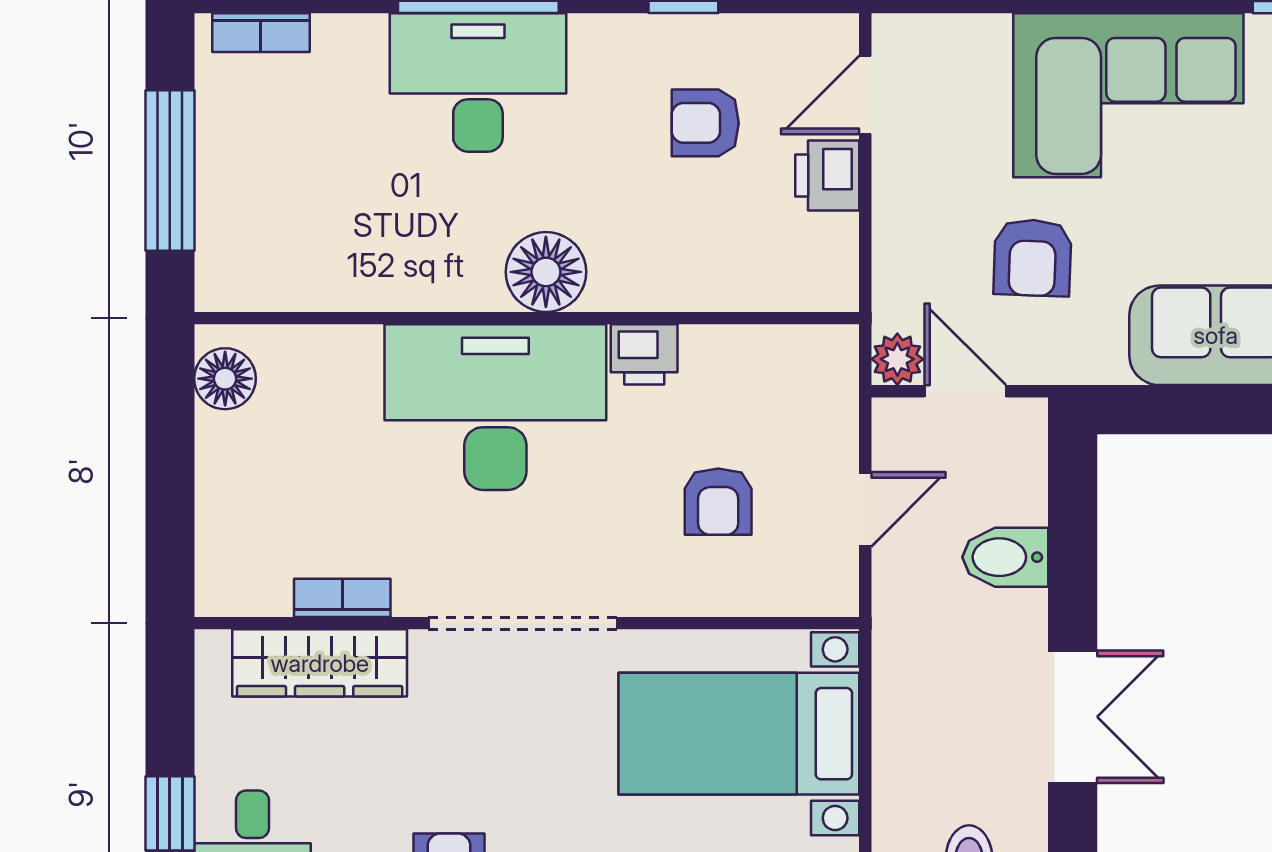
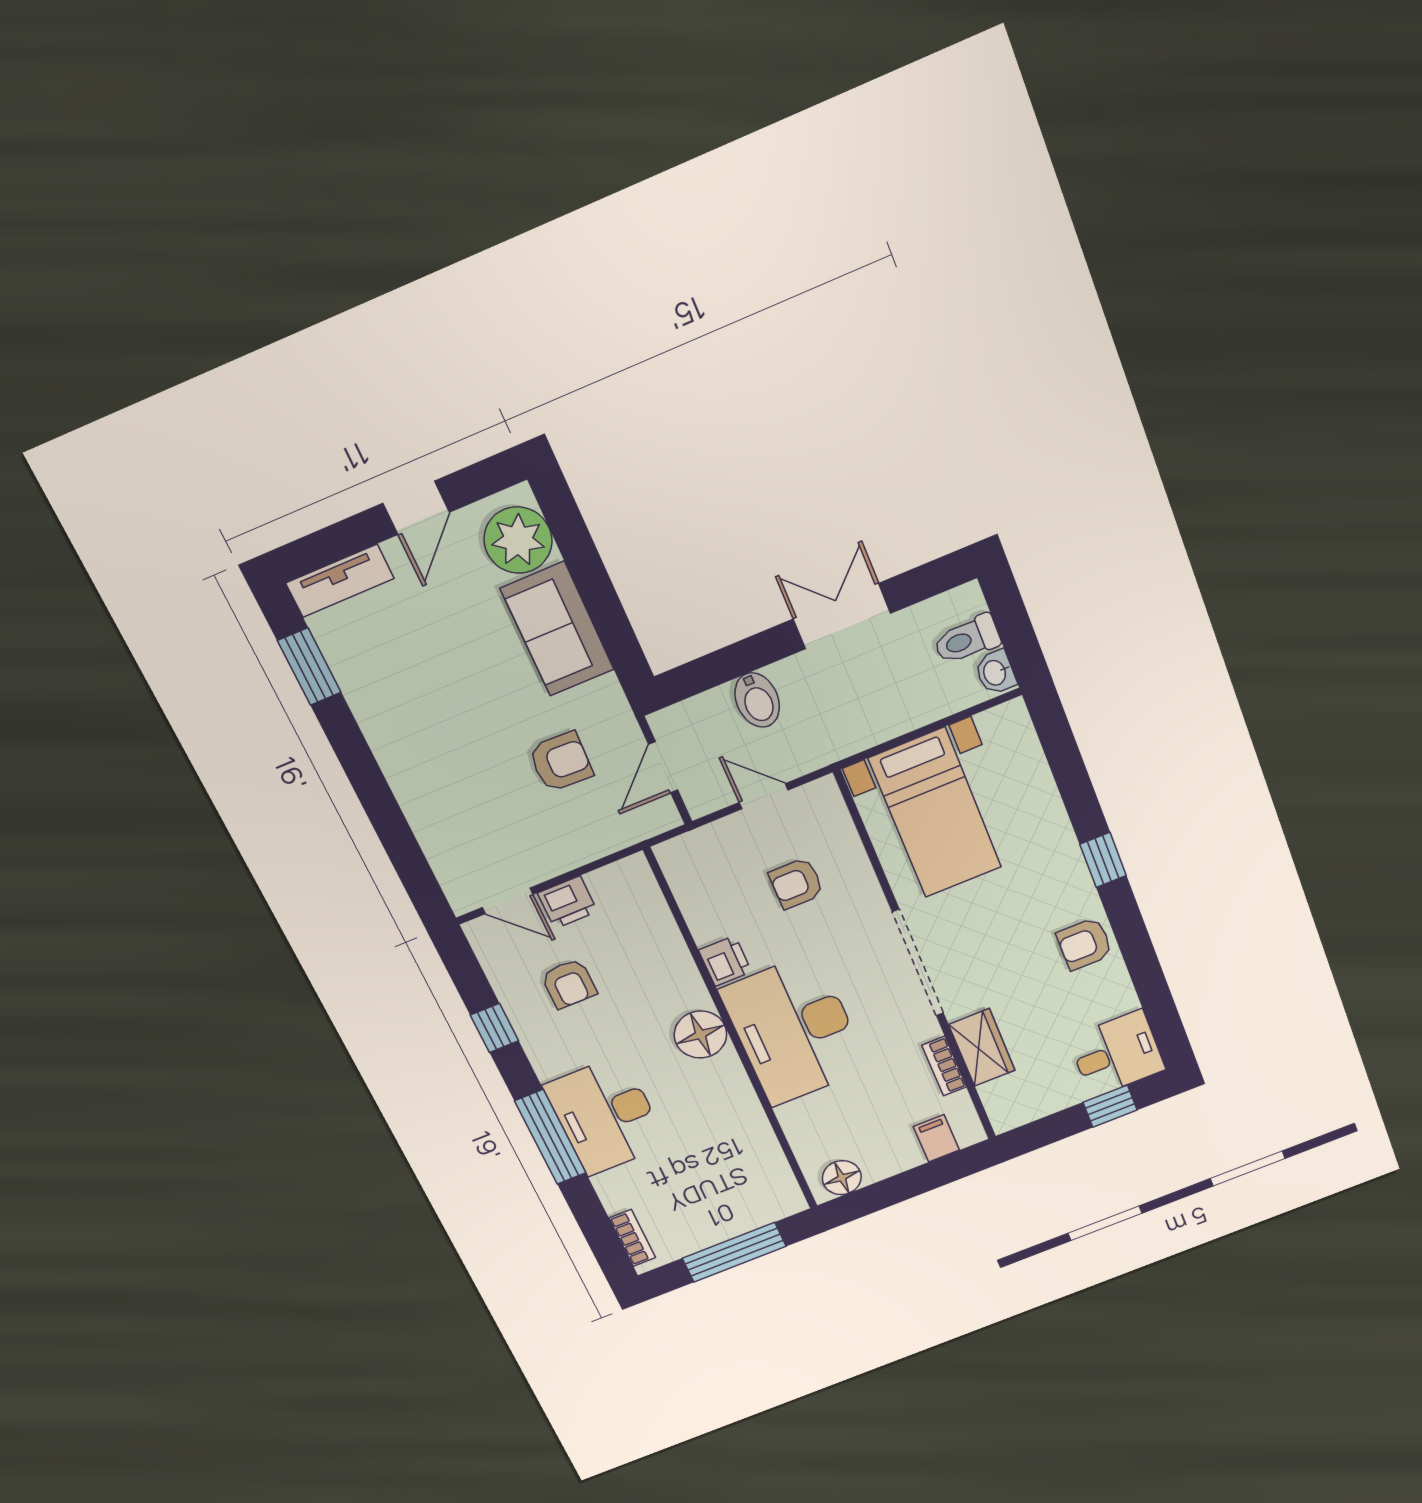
corner sofa: (1128, 95) -> (431, 746), removed
plant: (897, 359) -> (662, 816), removed
armchair: (718, 502) -> (796, 883), turned 180
filing cabinet: (229, 541) -> (936, 1138), added
wardrobe: (320, 663) -> (982, 1047), width x0.67

